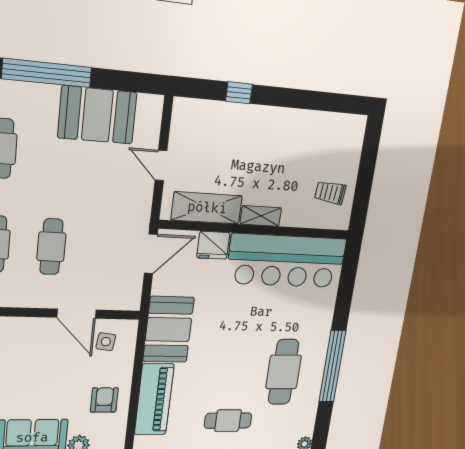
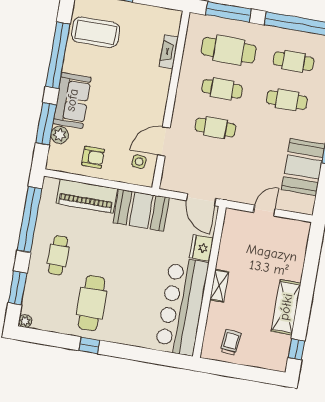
window: (239, 93) -> (296, 349), moved
shelving: (207, 208) -> (286, 307), moved
window: (332, 366) -> (89, 345), width x0.32
cafe table: (284, 372) -> (91, 303), turned 90

